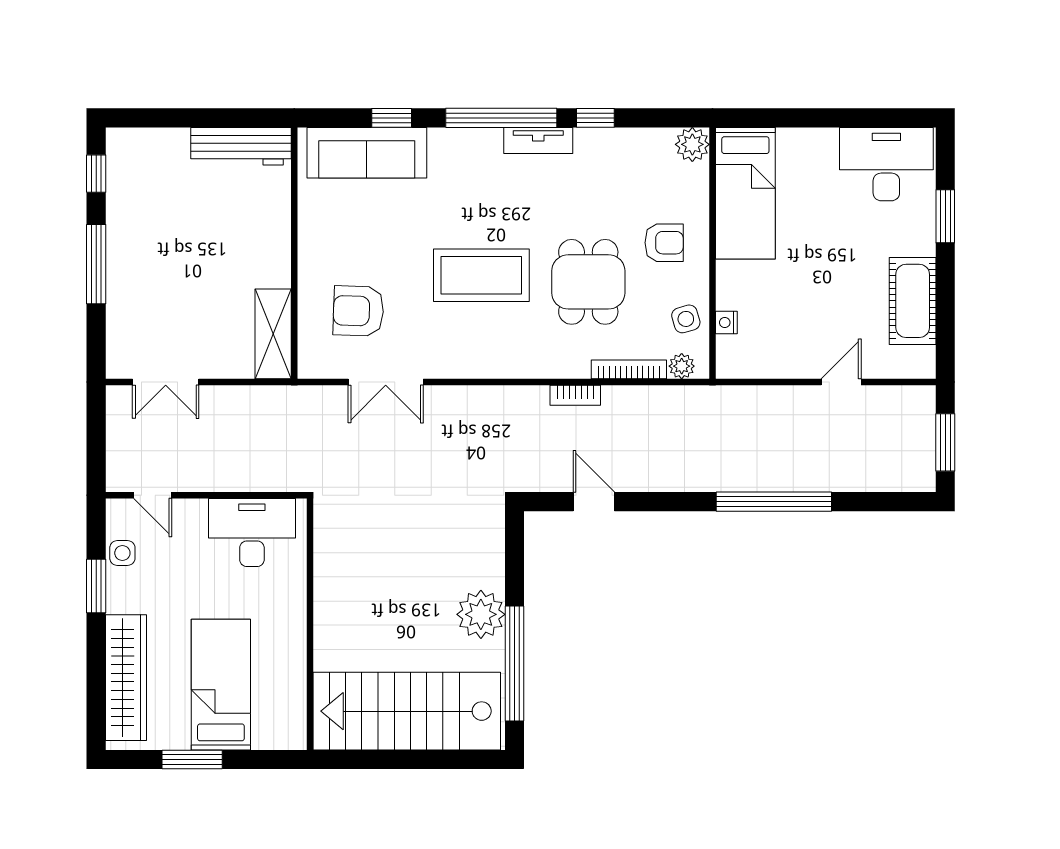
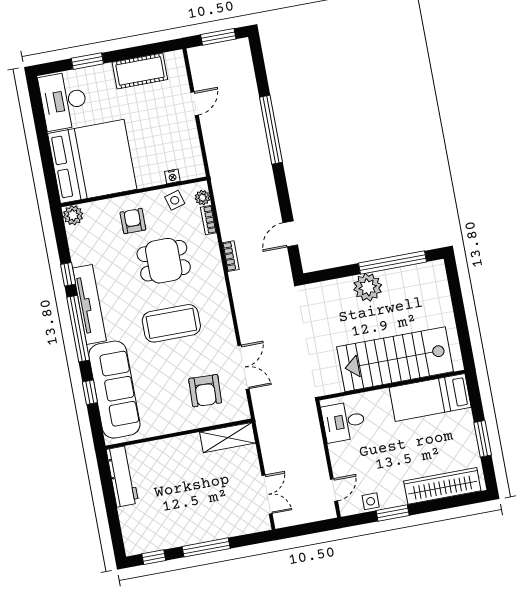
tv unit: (538, 141) -> (89, 304), width x1.92, depth x1.29
sofa: (367, 153) -> (114, 390), width x1.36, depth x1.27
bed: (745, 193) -> (92, 161), width x2.04
coffee table: (481, 275) -> (171, 323), turned 90
bookcase: (629, 369) -> (209, 220), width x0.64
door: (841, 382) -> (195, 104), swing flipped
desk: (252, 533) -> (344, 422), width x0.73
bed: (221, 685) -> (430, 397), moved
stairs: (407, 711) -> (395, 359), moved, turned 90

